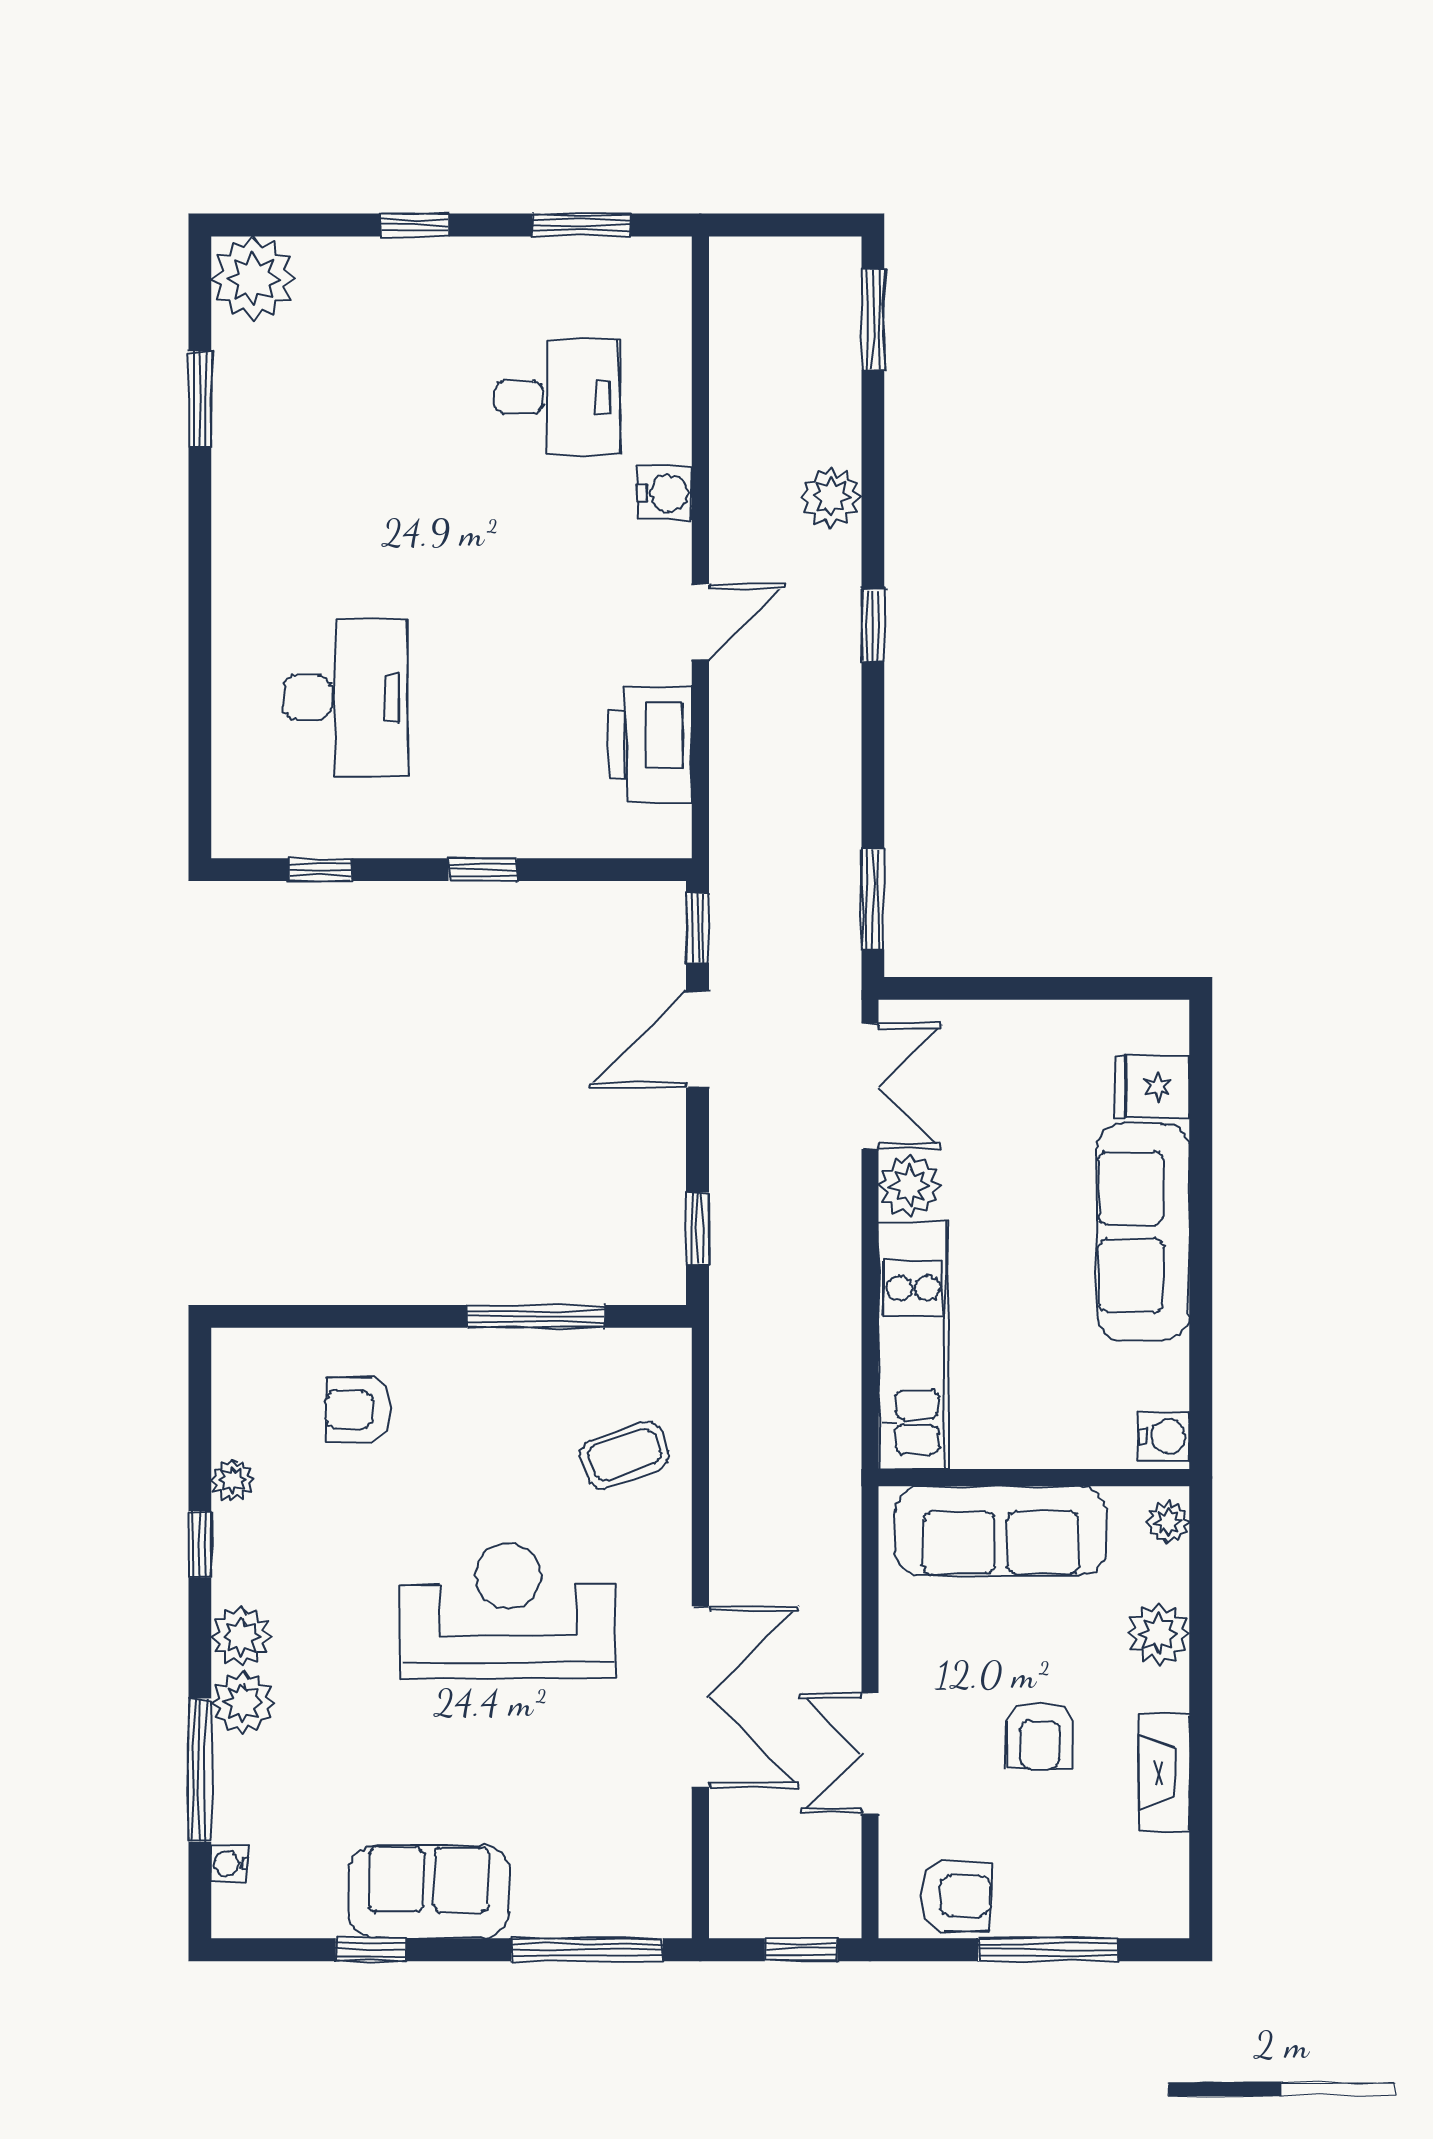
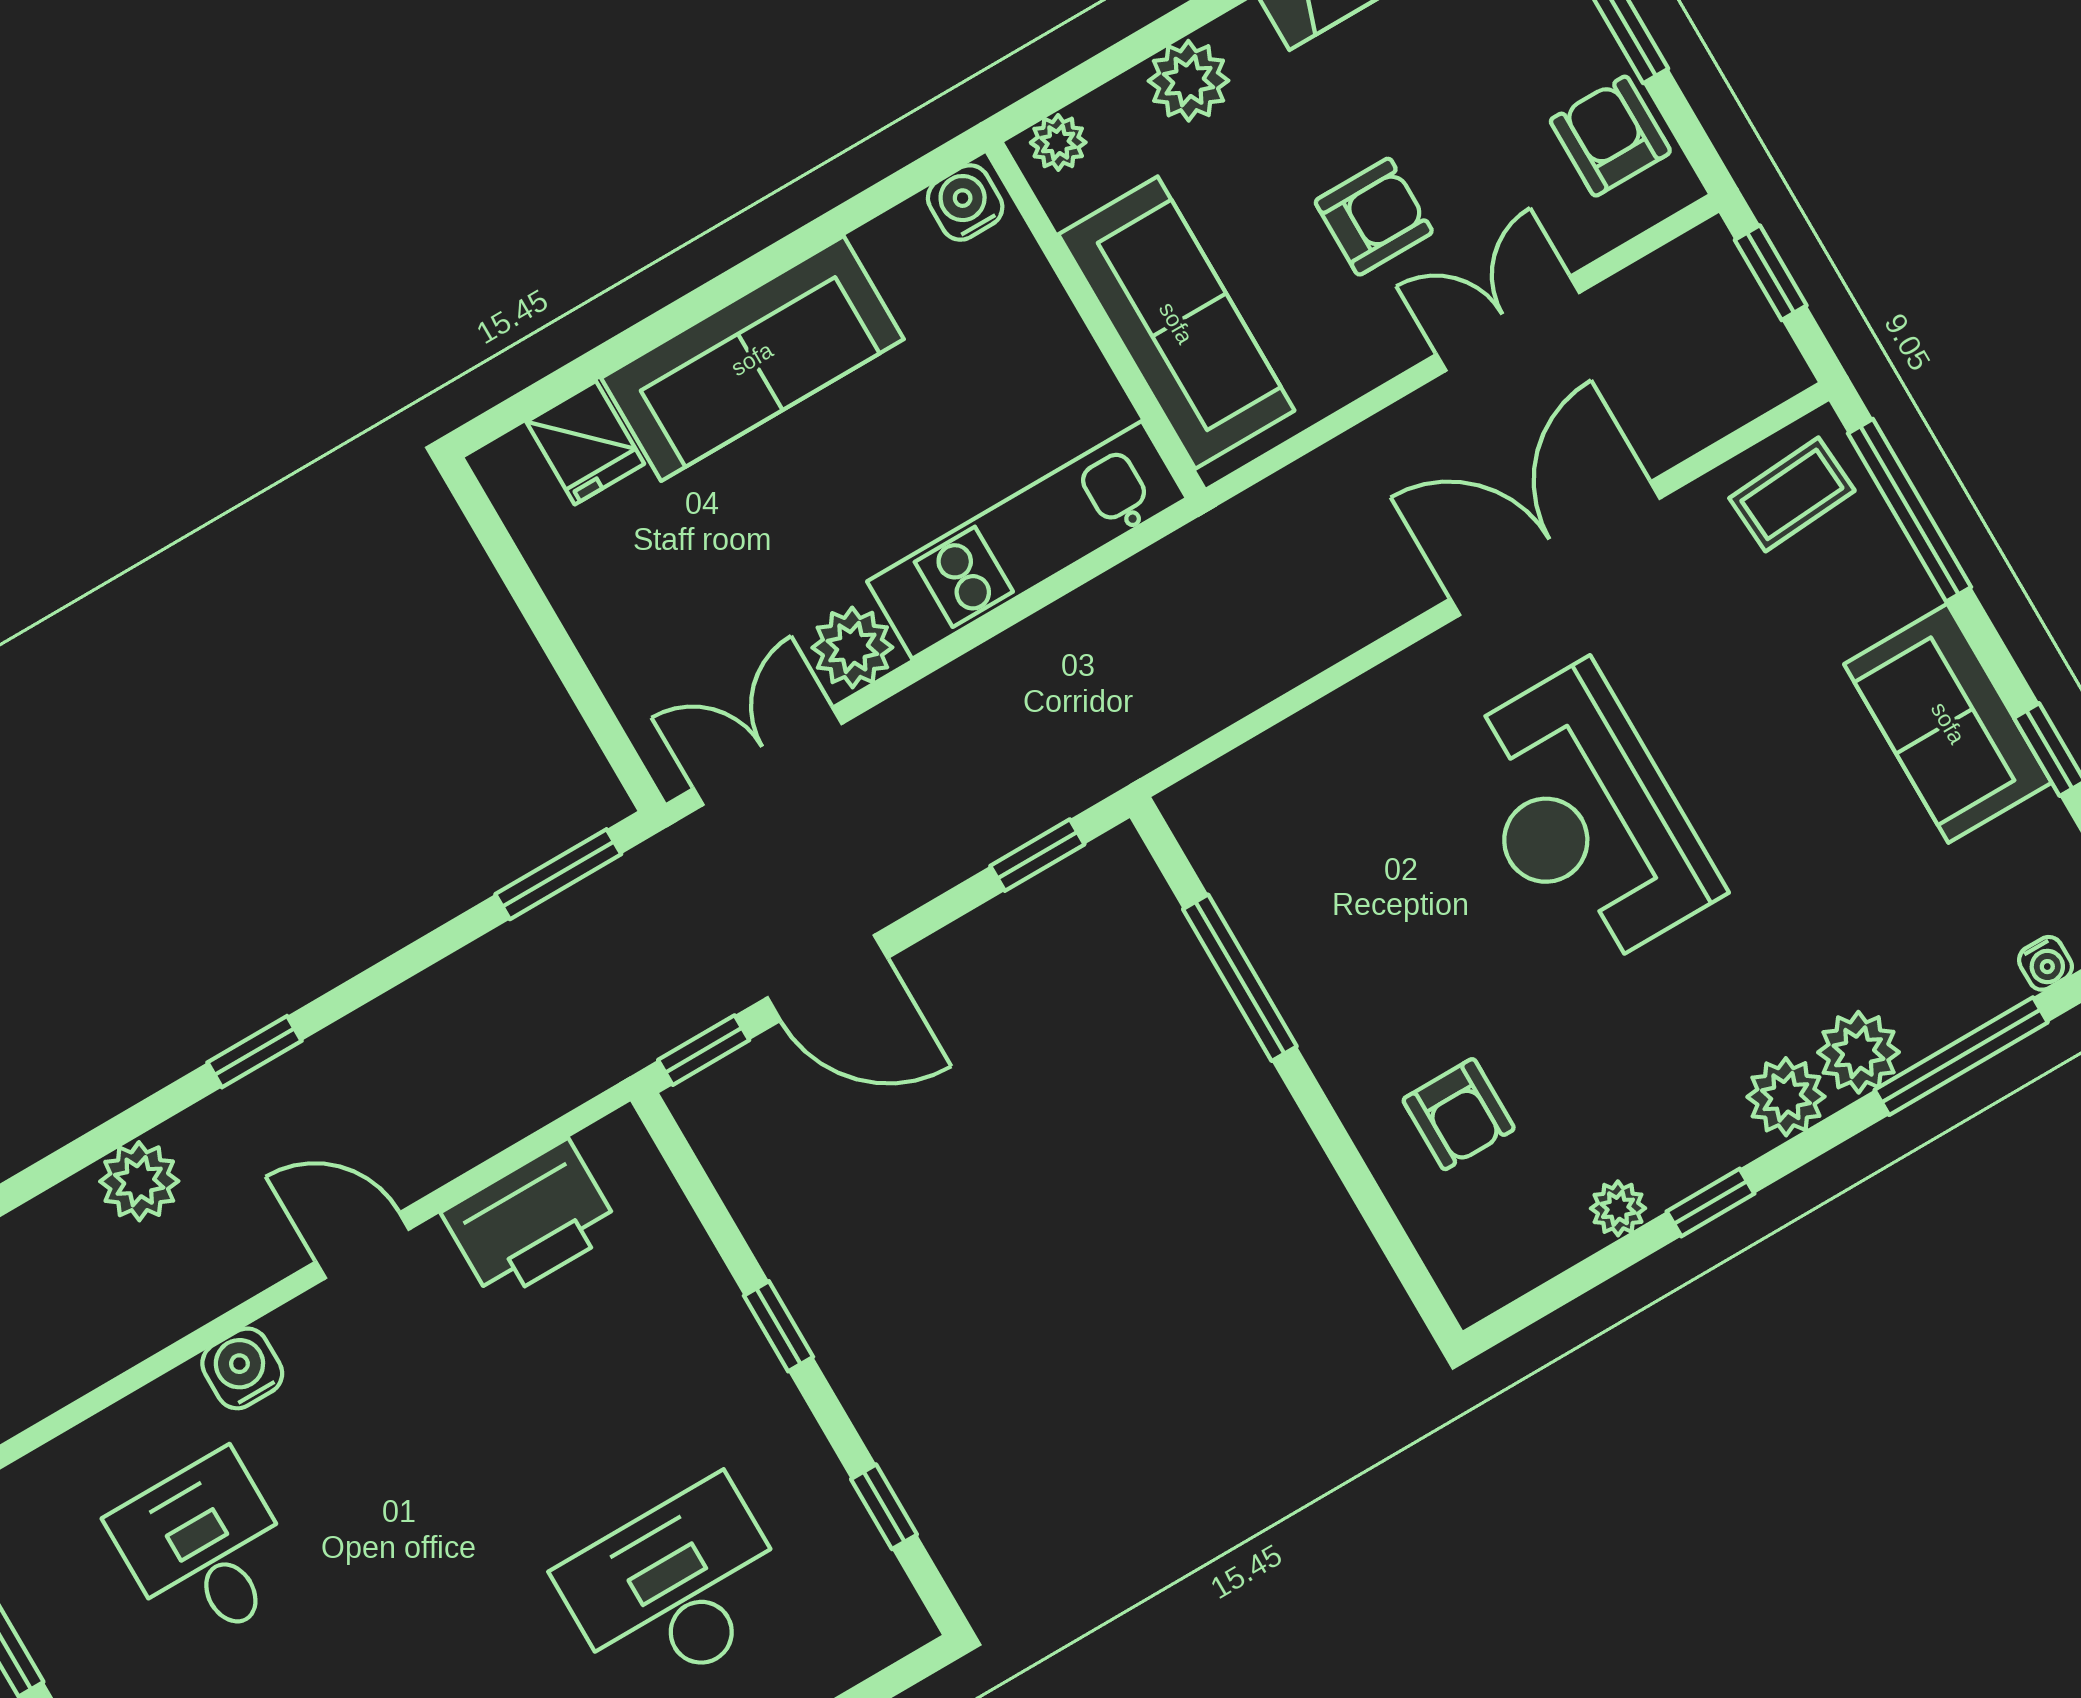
coffee table: (624, 1455) -> (1792, 494), moved, turned -75
armchair: (1040, 1735) -> (1374, 217), moved
double door: (870, 1753) -> (1508, 323), swing flipped

